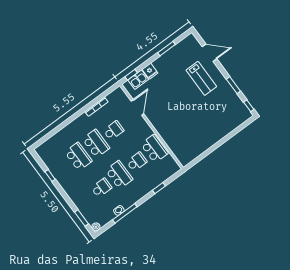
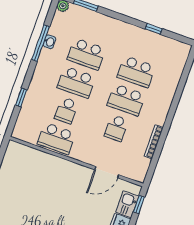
door: (138, 107) -> (107, 172), hinge flipped
school desk: (101, 188) -> (86, 54), width x1.85

